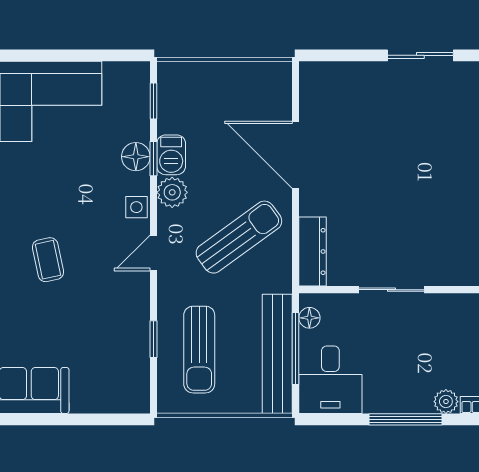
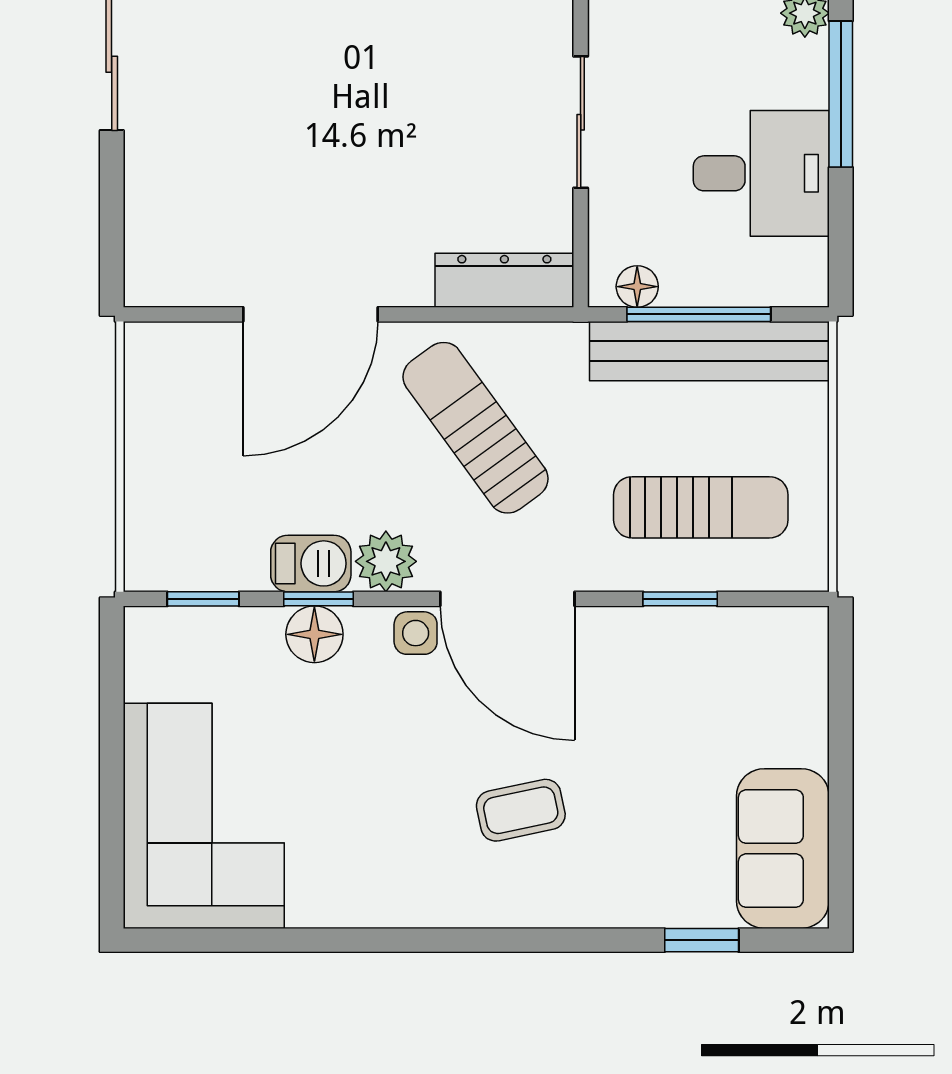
door: (154, 253) -> (507, 599), width x1.88
desk: (330, 380) -> (761, 173), moved

